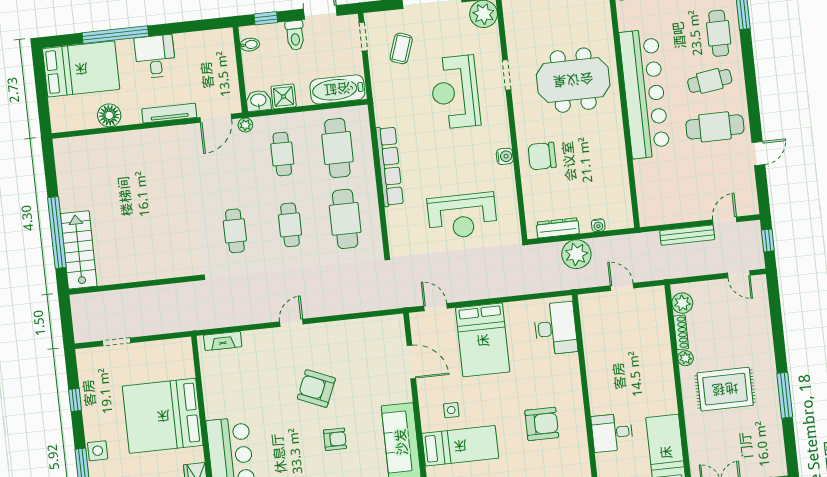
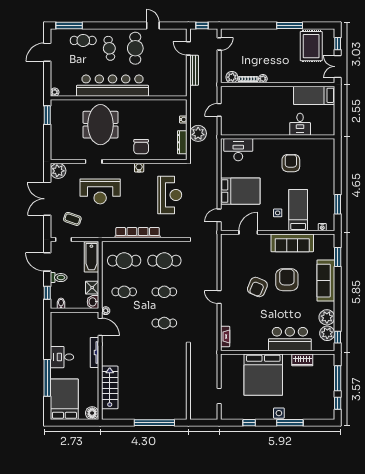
floor lamp: (109, 115) -> (92, 413), moved
stairs: (79, 250) -> (110, 387), moved, turned 90
rug: (725, 389) -> (311, 46), moved
armchair: (335, 439) -> (287, 280), width x1.88, depth x1.88

